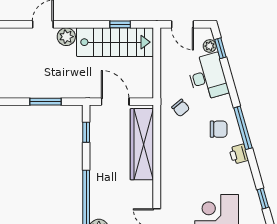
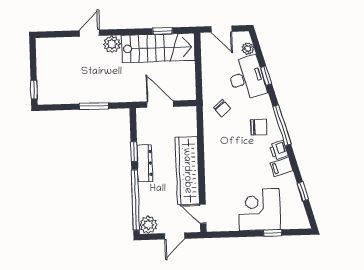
window: (220, 48) -> (266, 76), moved
window: (86, 132) -> (134, 152), moved
wardrobe: (142, 144) -> (187, 171), moved
dresser: (97, 163) -> (145, 163), added
filing cabinet: (241, 172) -> (282, 167), added

